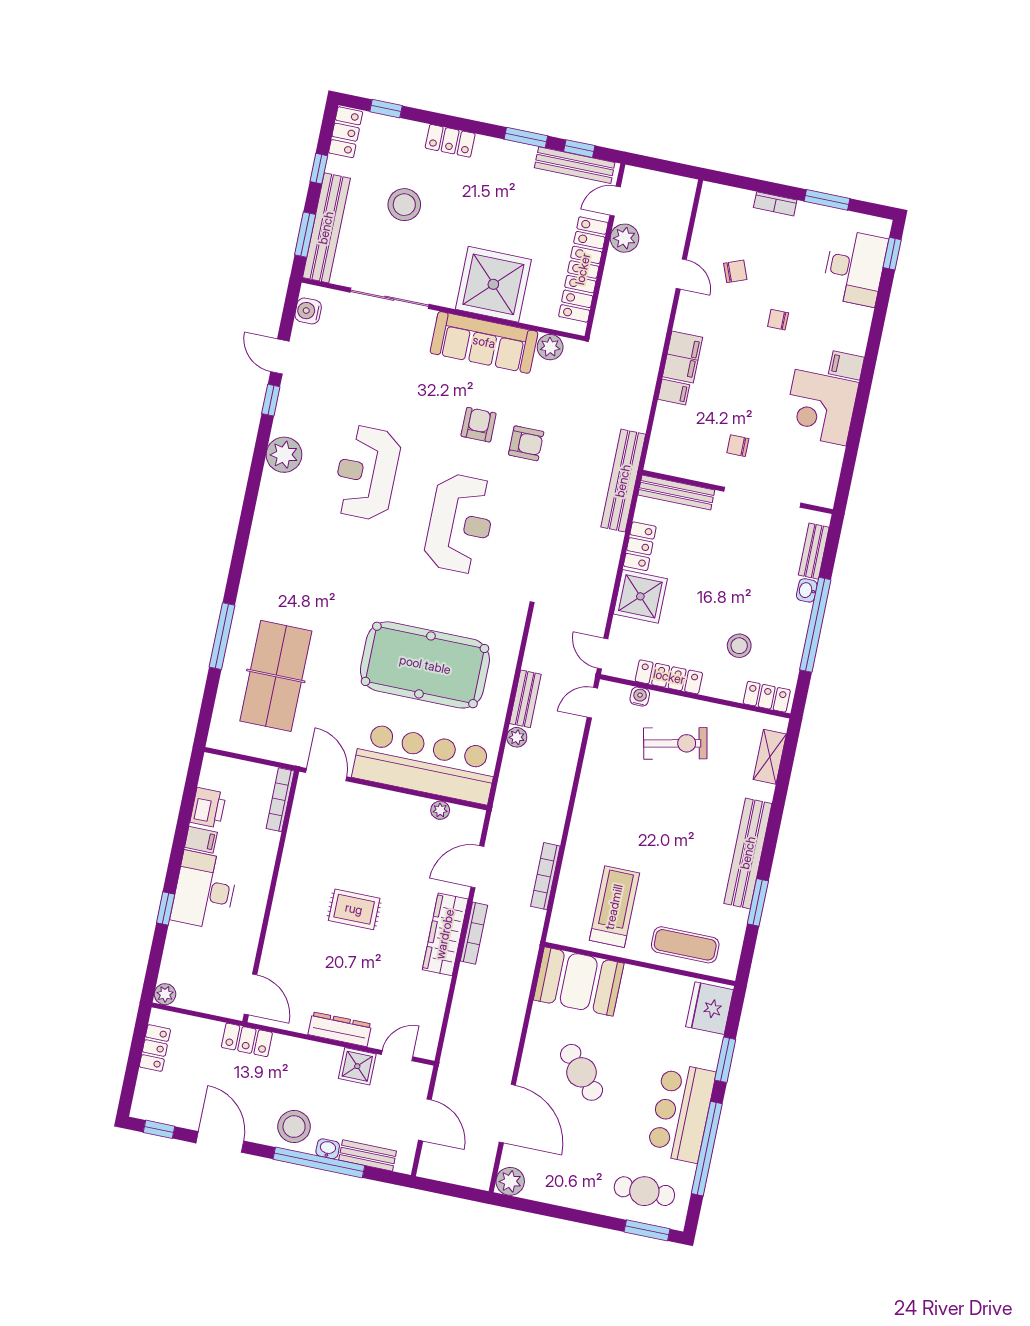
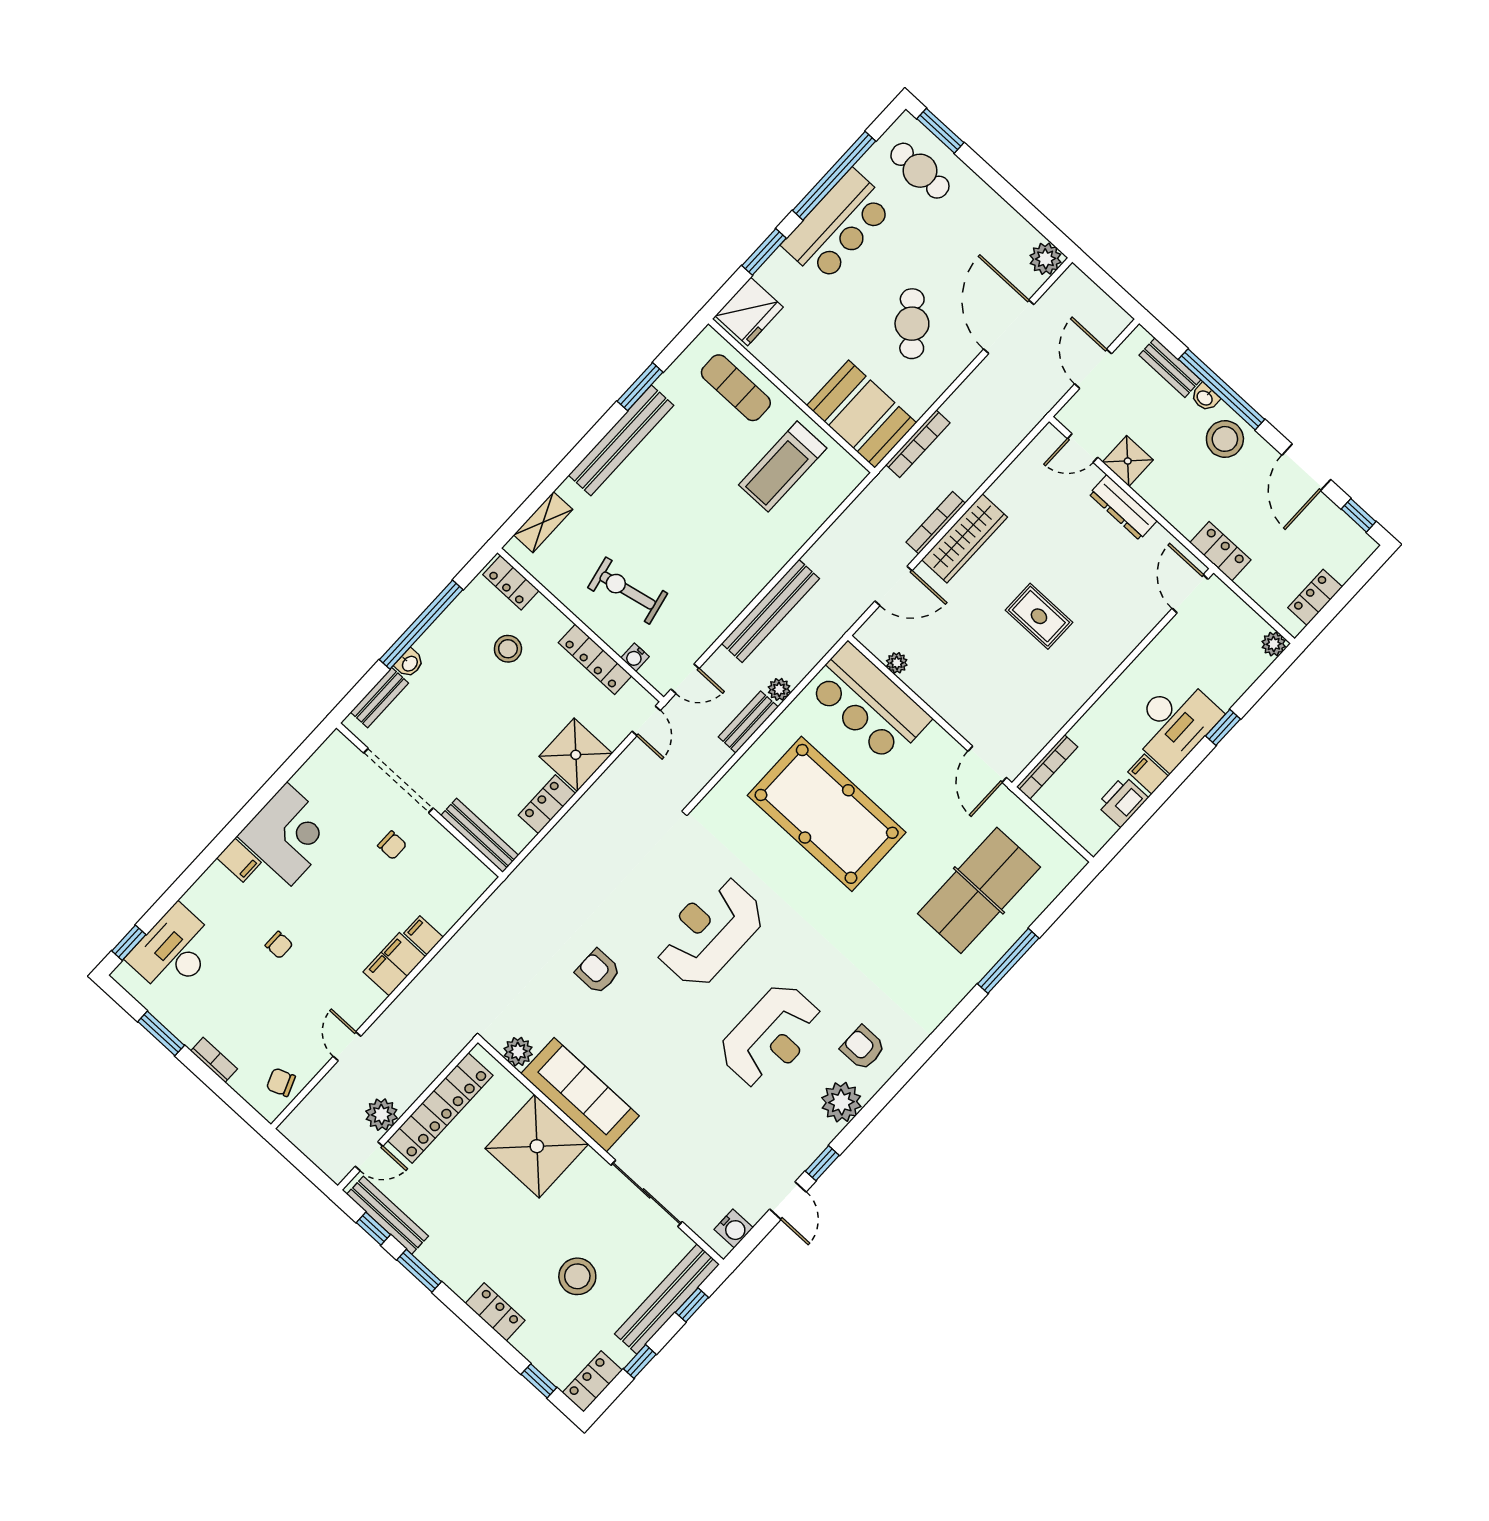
window: (305, 235) -> (692, 1305), width x0.67
chair: (735, 271) -> (281, 1082), moved
armchair: (479, 425) -> (863, 1048), moved, turned 90
bench: (623, 481) -> (770, 611), moved
bar counter: (425, 764) -> (869, 703), width x0.73
bookcase: (545, 876) -> (918, 444), moved

